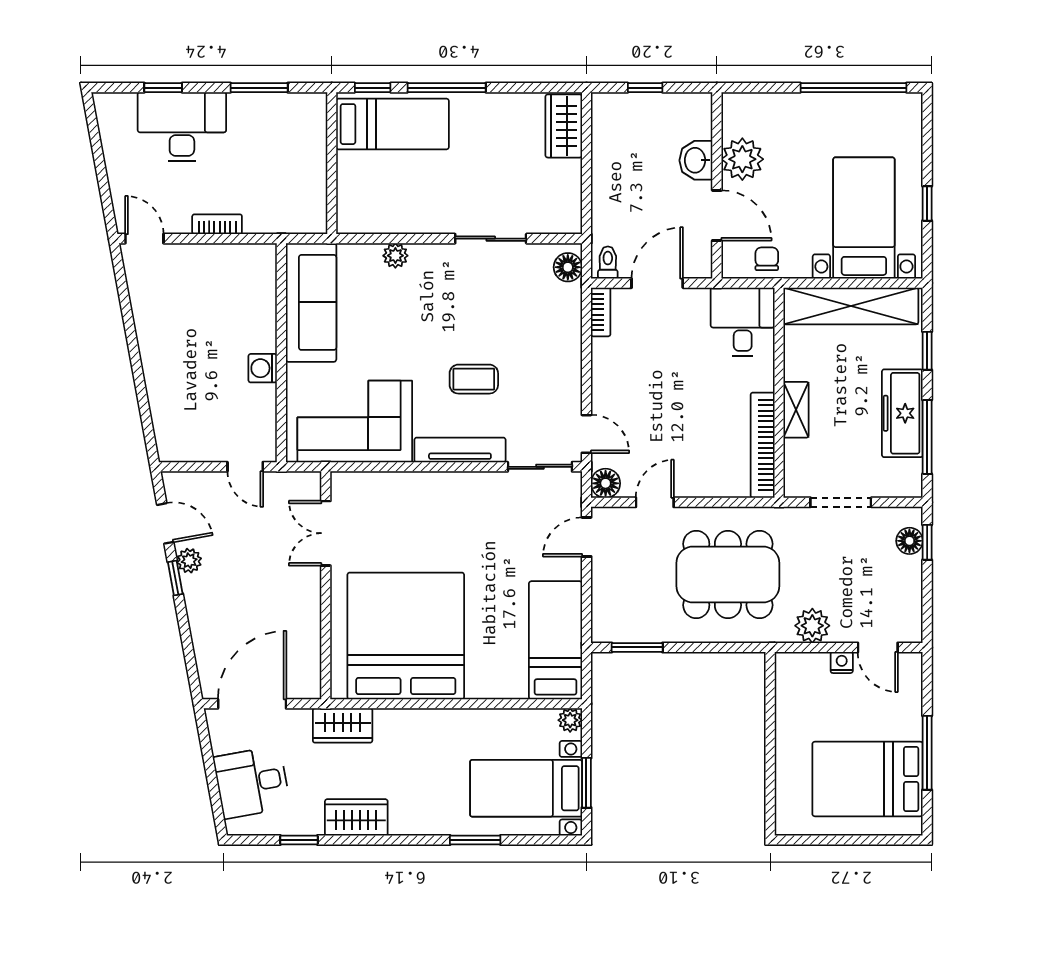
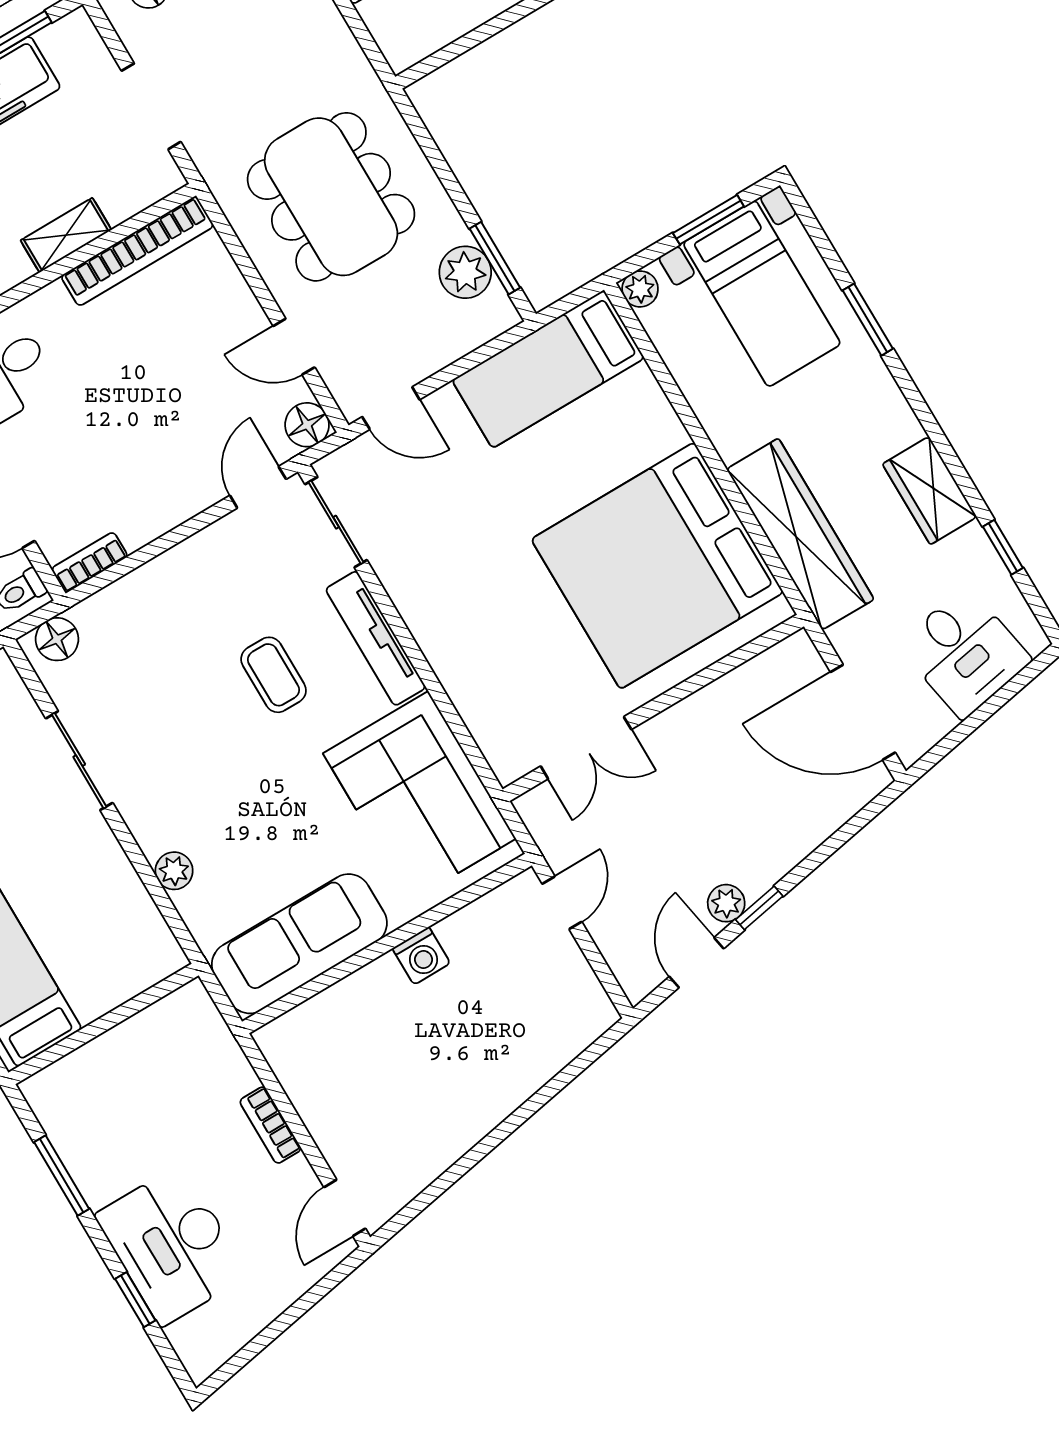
plant: (812, 626) -> (465, 272), moved
wardrobe: (343, 725) -> (800, 534), width x2.10, depth x1.17

